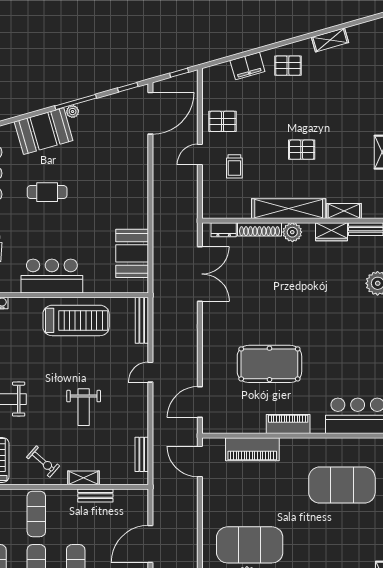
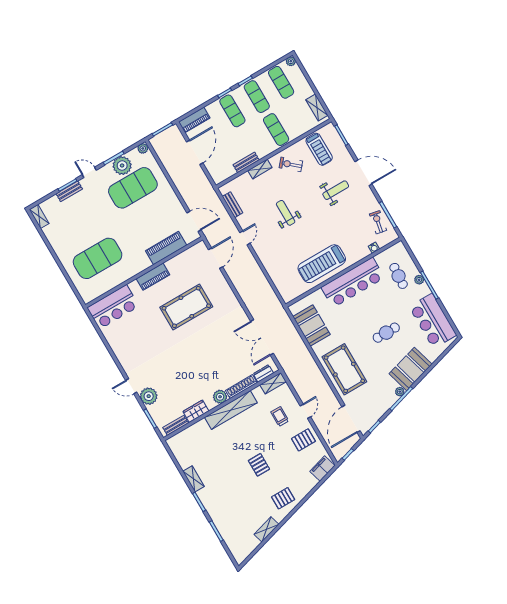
filing cabinet: (247, 66) -> (322, 468), moved
pallet: (302, 150) -> (259, 465), moved, turned 90
pool table: (123, 178) -> (344, 369), added
shelving: (344, 211) -> (273, 383), moved
bar counter: (52, 276) -> (353, 282), width x1.36
bench: (142, 320) -> (281, 288), removed
door: (150, 372) -> (245, 238), moved

